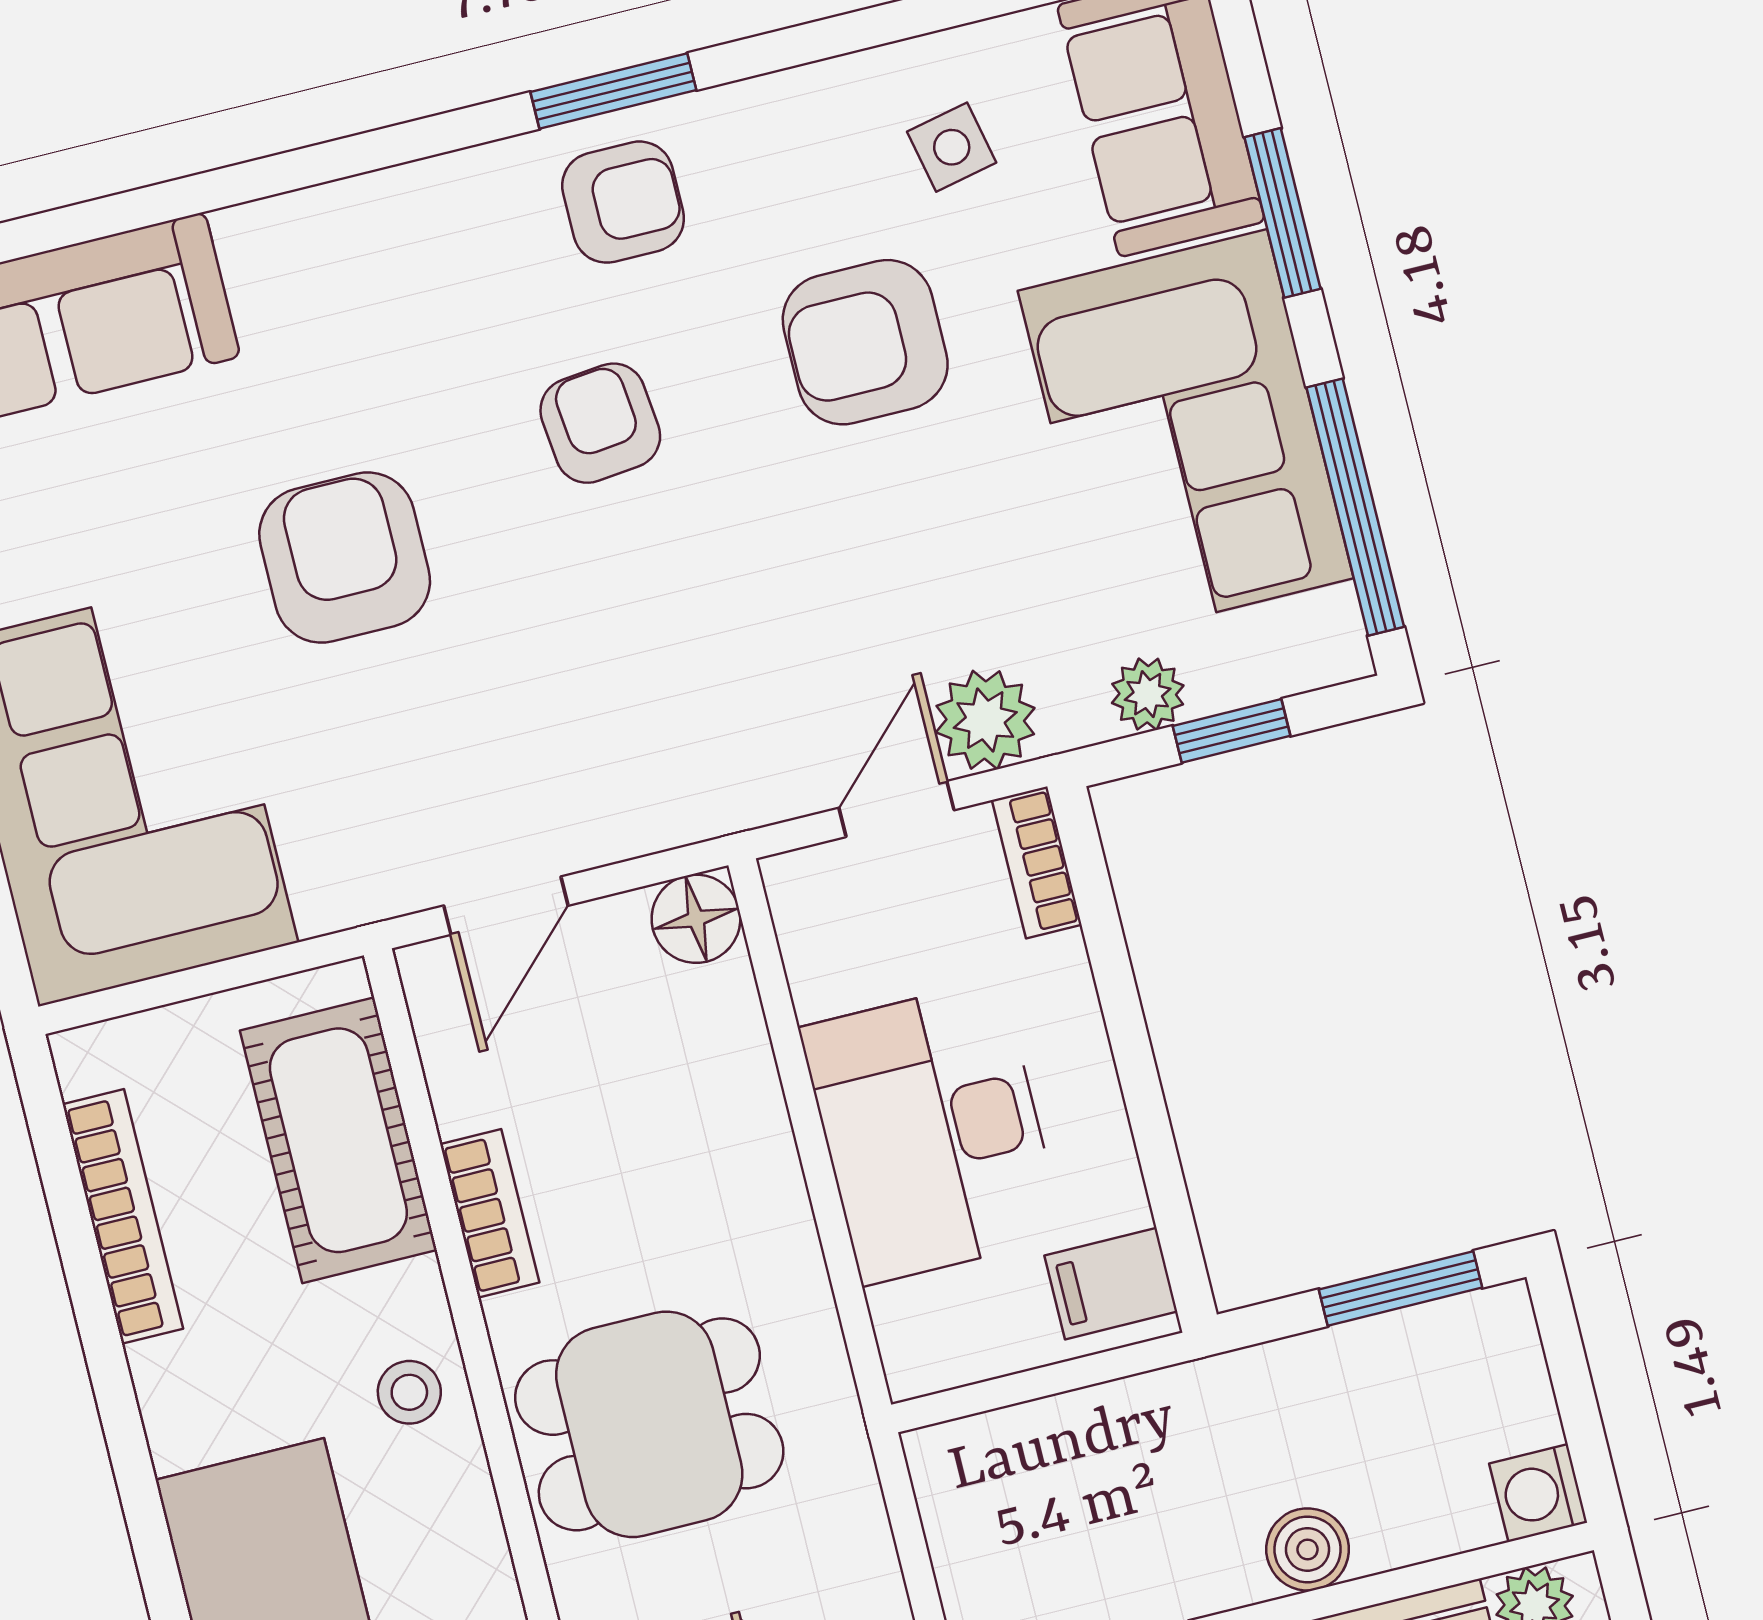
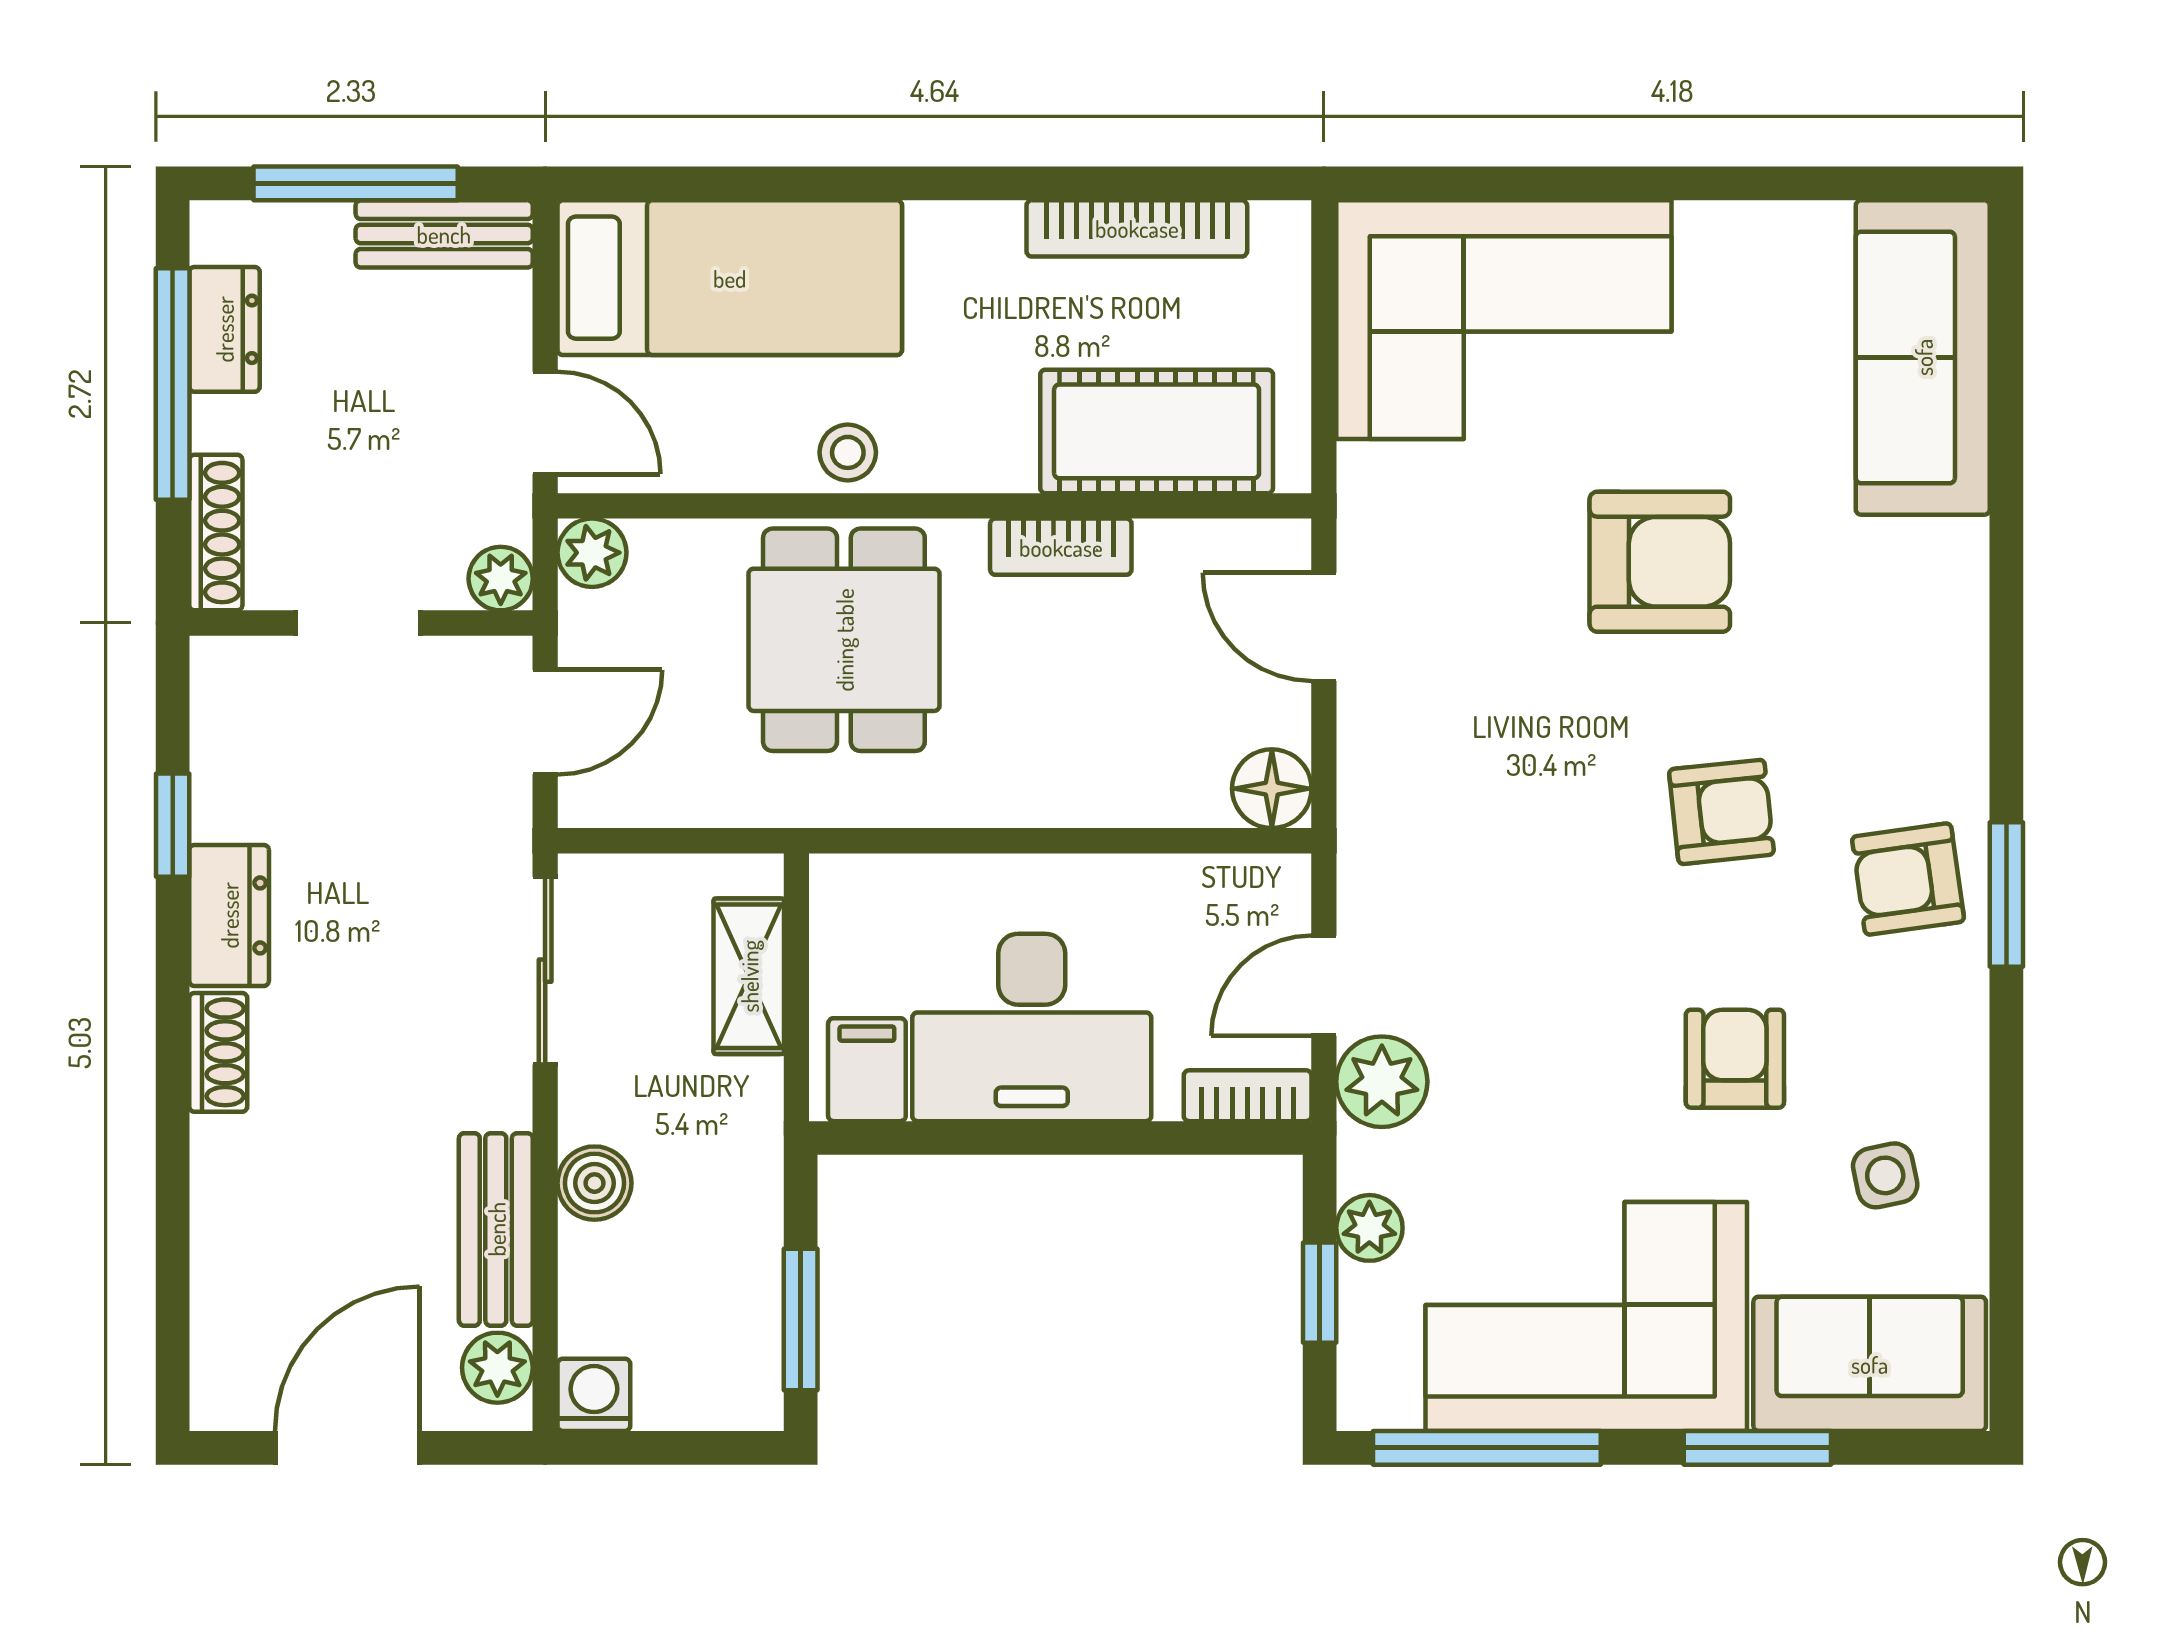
armchair: (623, 202) -> (1908, 879), turned 82
armchair: (865, 342) -> (1735, 1059), width x0.72, depth x0.72
door: (897, 809) -> (1324, 986), swing flipped
desk: (932, 1132) -> (1032, 1027), moved, turned 180
stool: (409, 1392) -> (848, 452), moved
shelving: (1041, 1437) -> (749, 976), added

